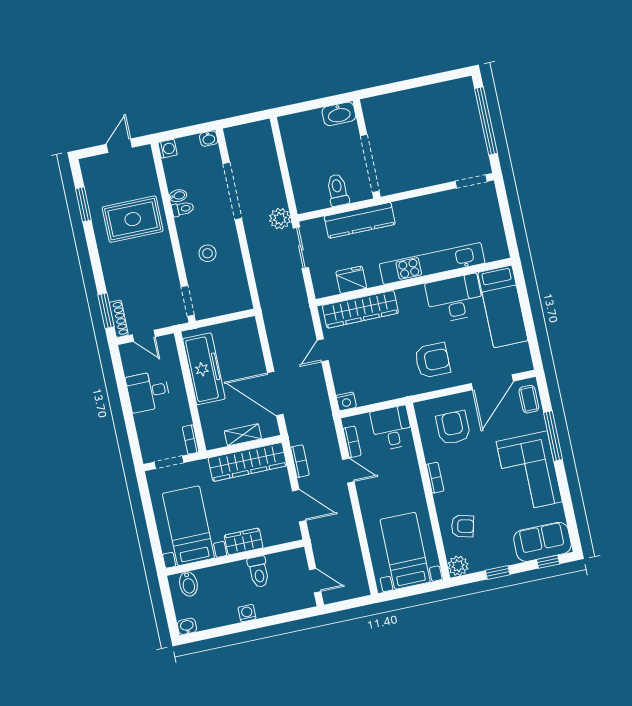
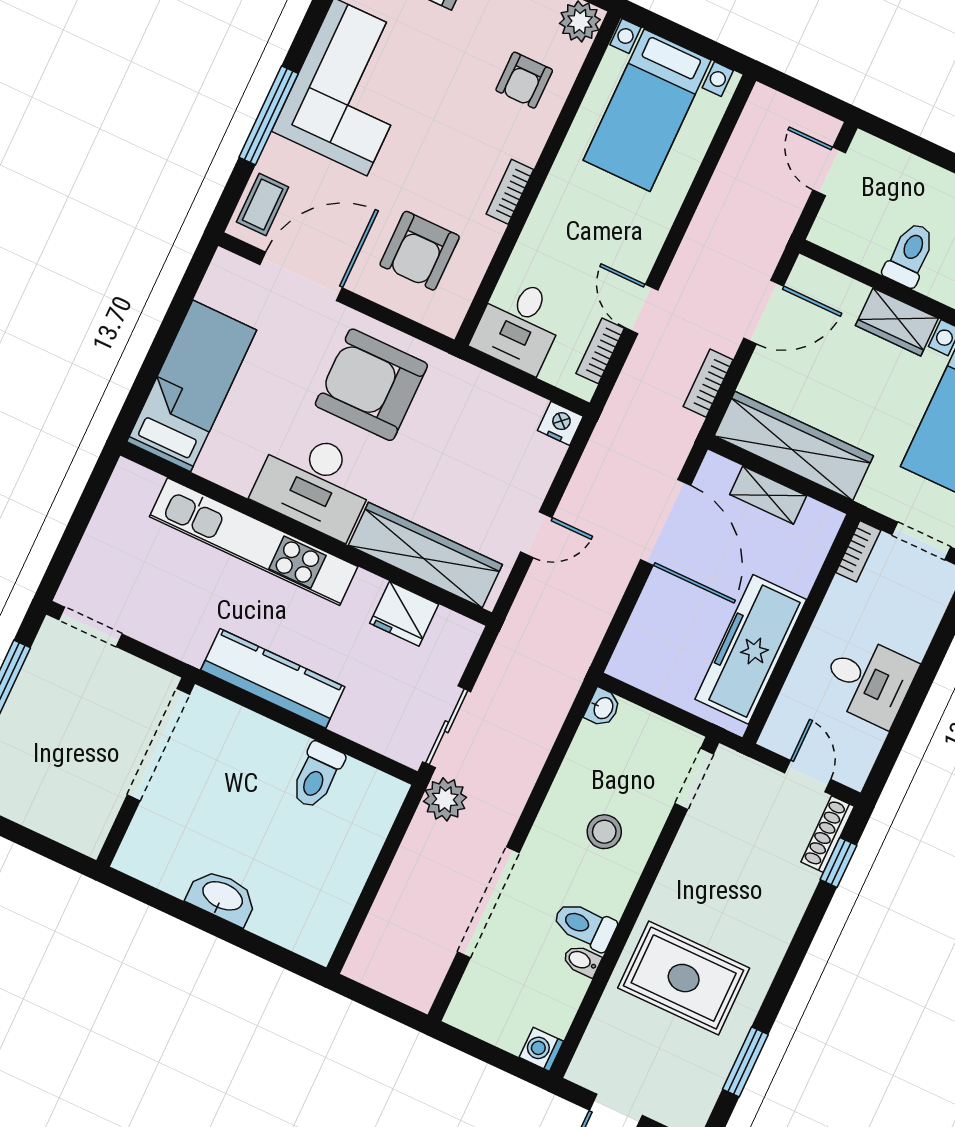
washbasin: (209, 139) -> (603, 708), moved, turned 90
wall: (367, 149) -> (146, 772), moved
doorway: (370, 164) -> (158, 745), moved
toilet: (183, 209) -> (585, 926), width x1.37, depth x1.39
kitchen counter: (360, 220) -> (273, 678), moved
desk: (455, 298) -> (315, 483), moved
window: (106, 311) -> (838, 862), width x0.67
armchair: (432, 360) -> (371, 385), width x1.36, depth x1.36
door: (299, 506) -> (764, 312), swing flipped
armchair: (463, 526) -> (524, 80), turned -104

